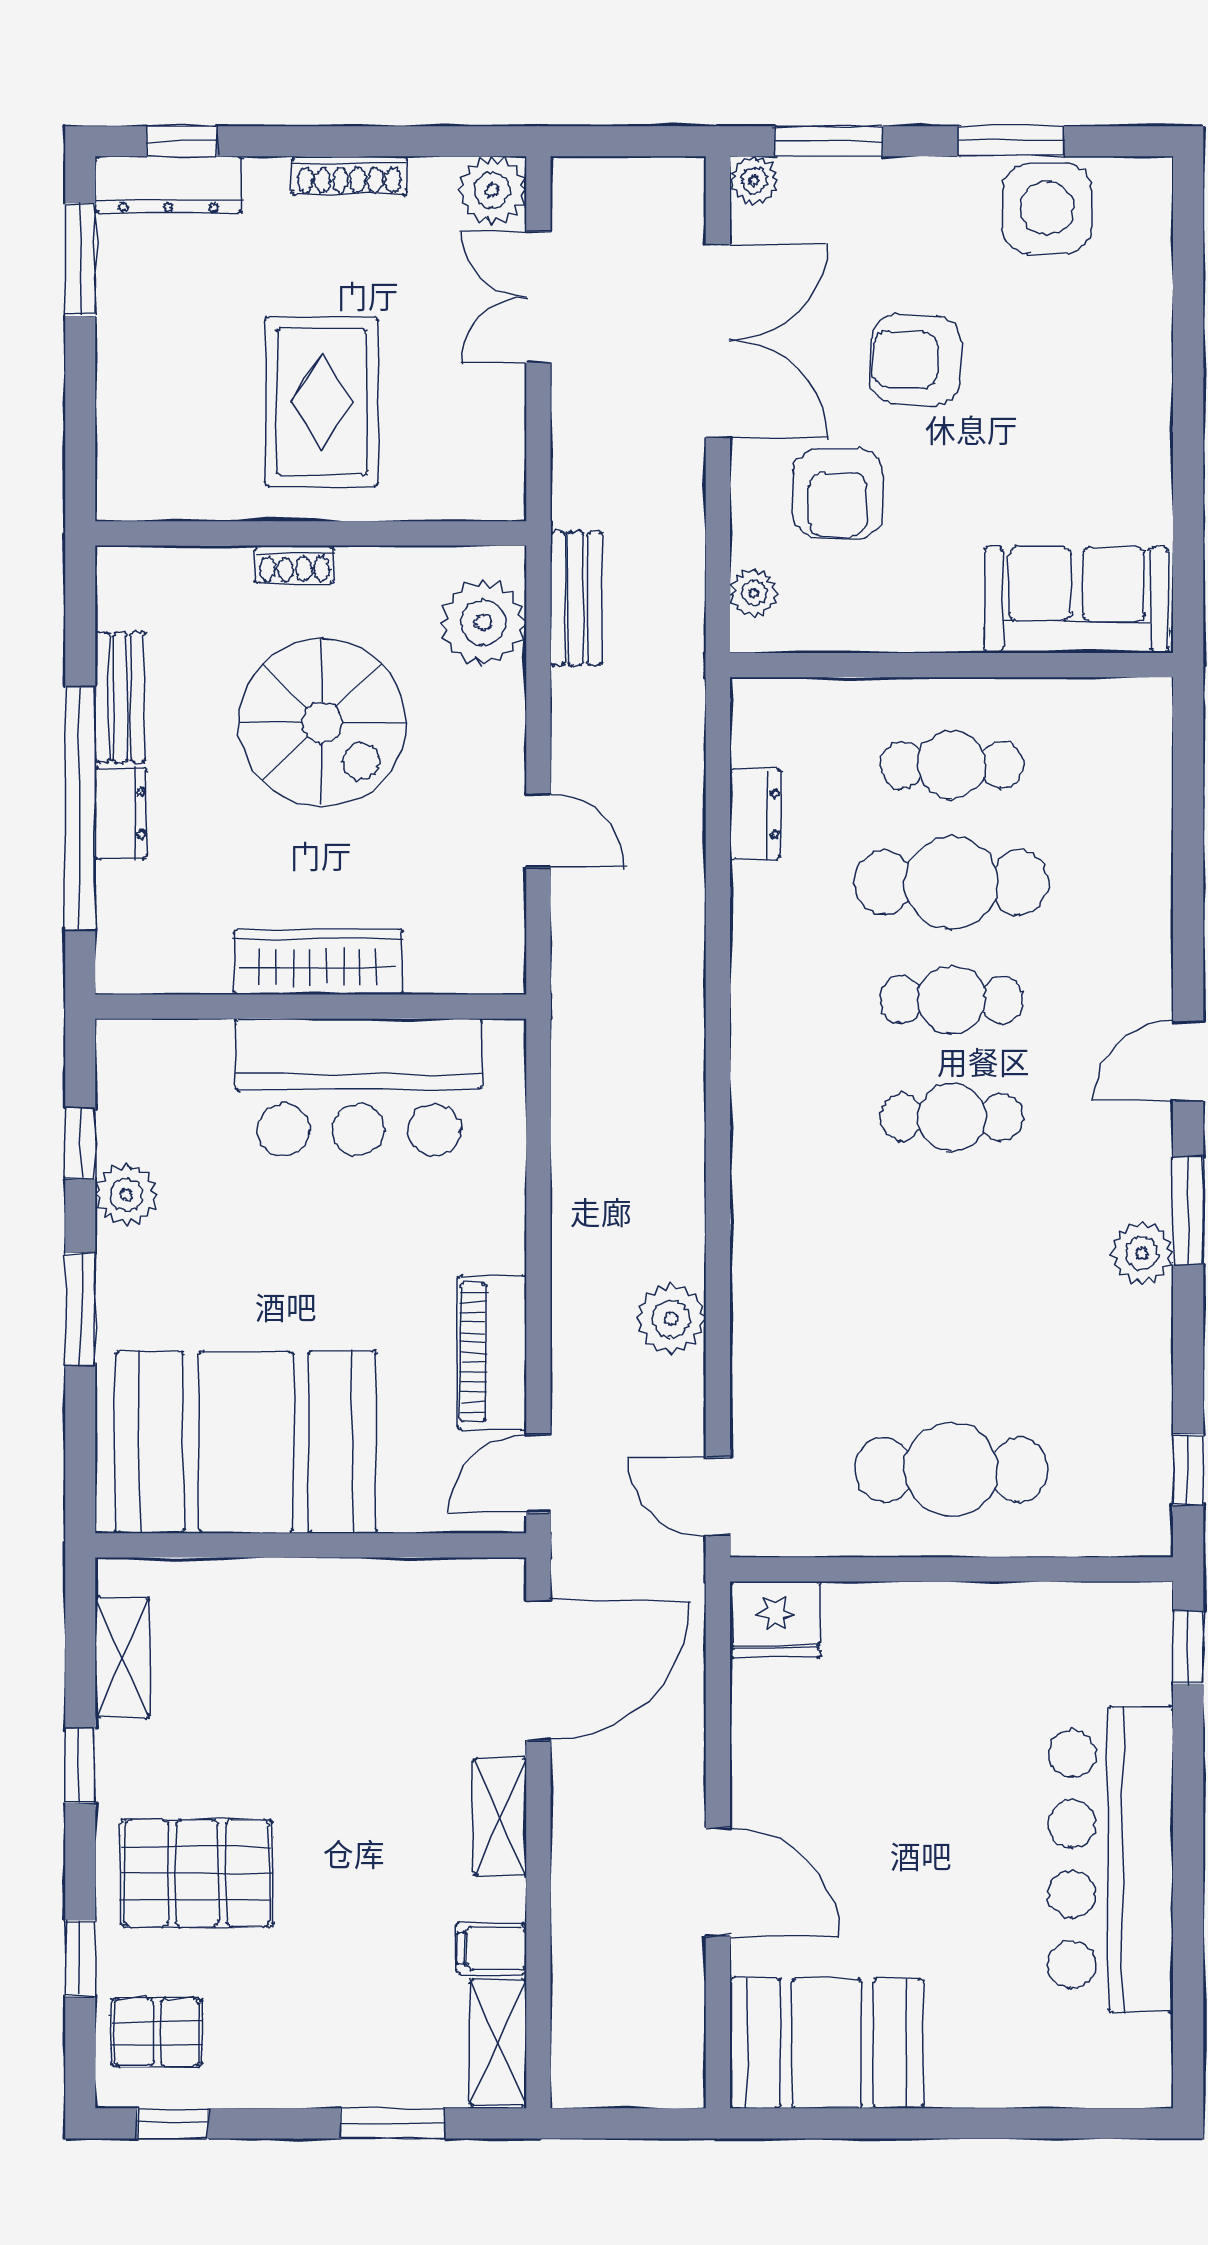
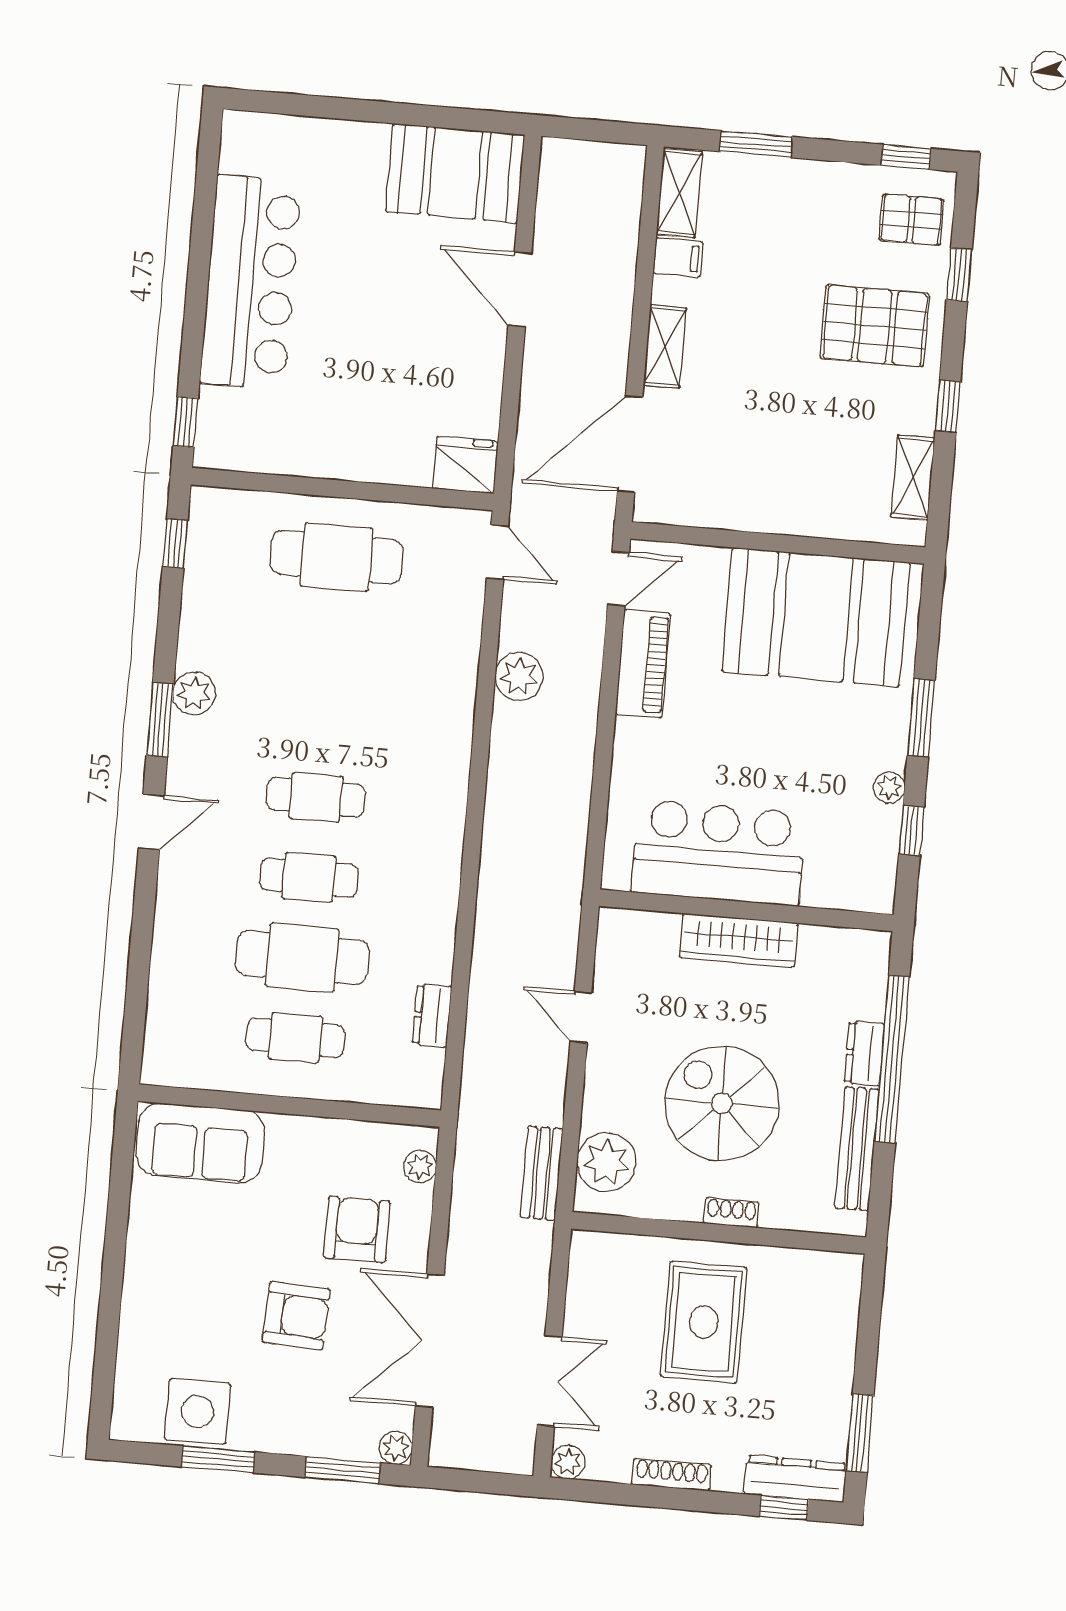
plant: (492, 190) -> (568, 1462), width x0.73, depth x0.73
bench: (120, 697) -> (857, 1149), width x1.36
plant: (126, 1195) -> (889, 787), width x0.73, depth x0.73

